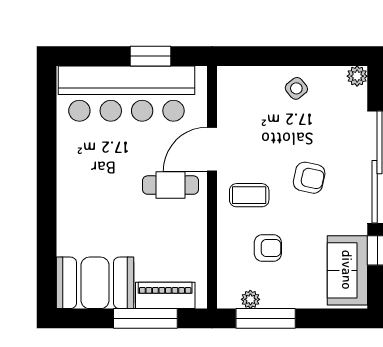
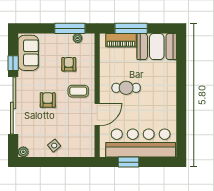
armchair: (309, 178) -> (48, 100), turned 78
cafe table: (170, 185) -> (126, 88), moved
armchair: (268, 248) -> (69, 64), turned 90

